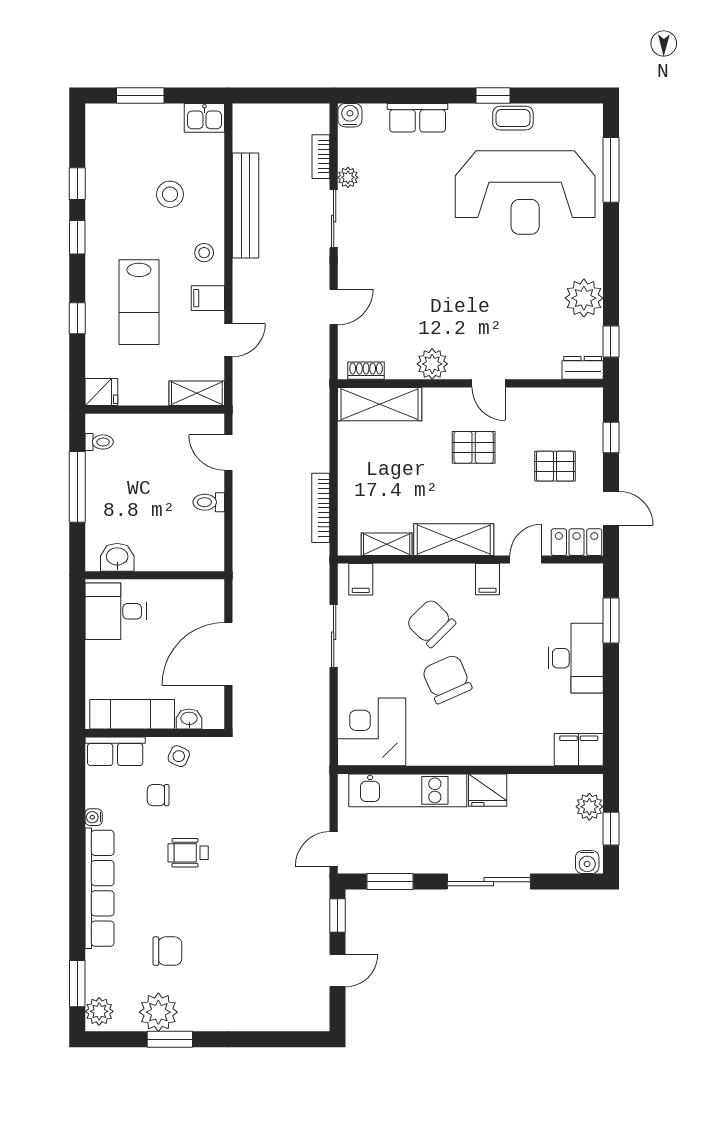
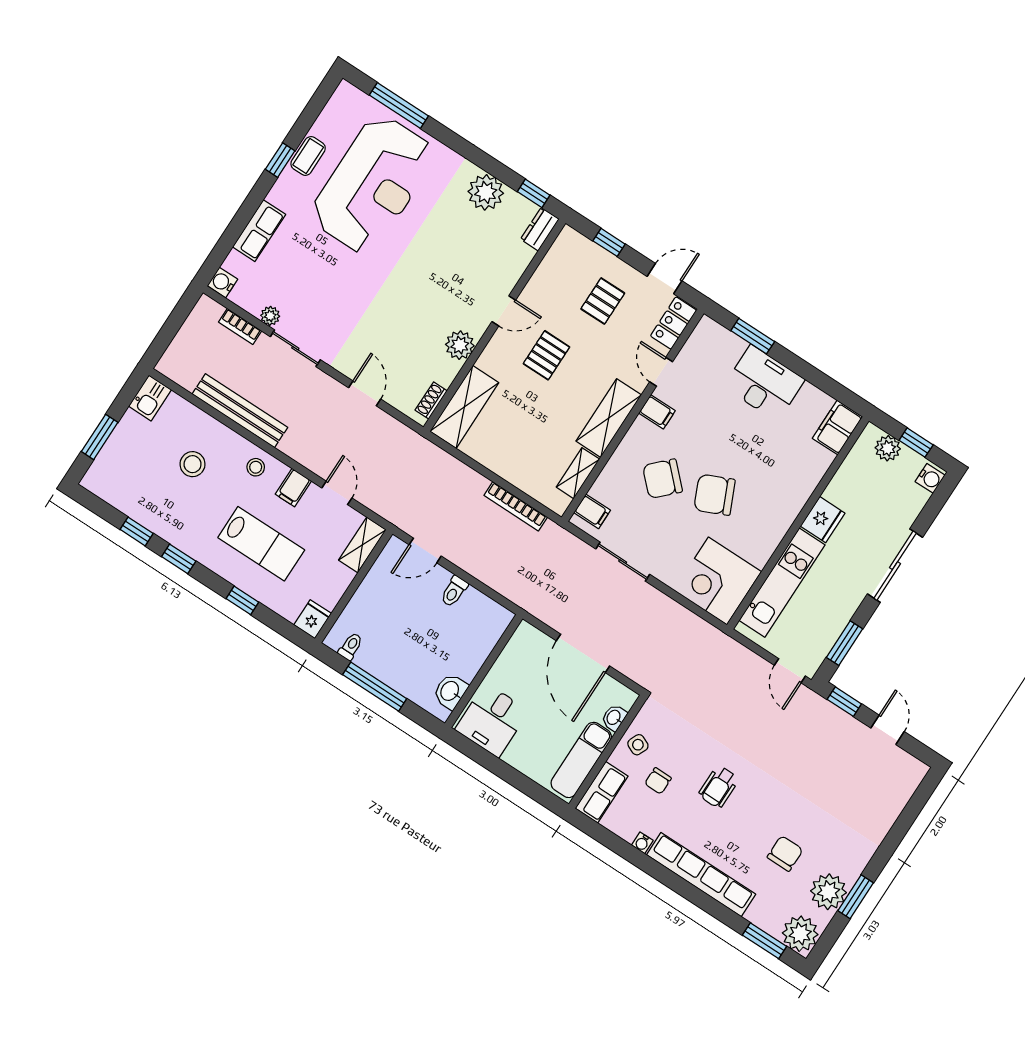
plant: (99, 1011) -> (800, 934), width x1.36, depth x1.36

